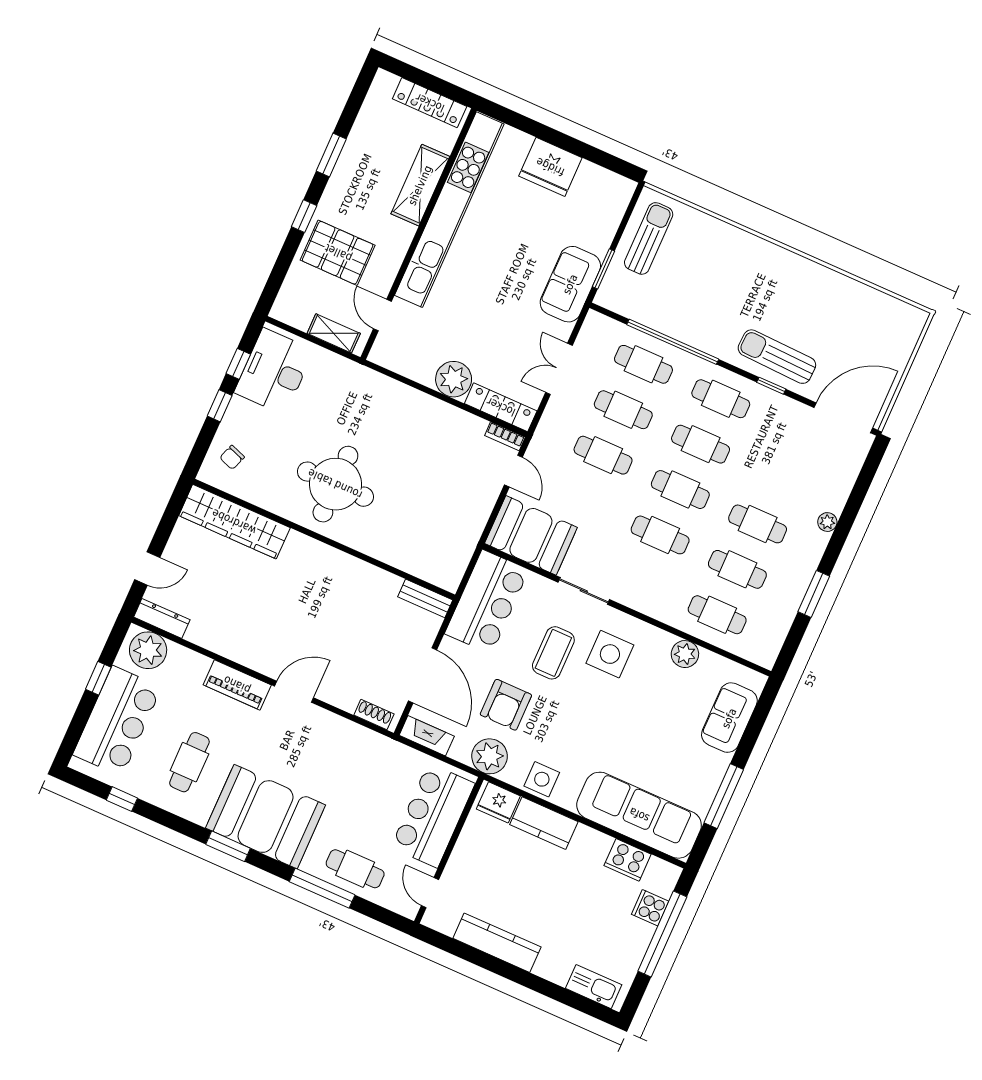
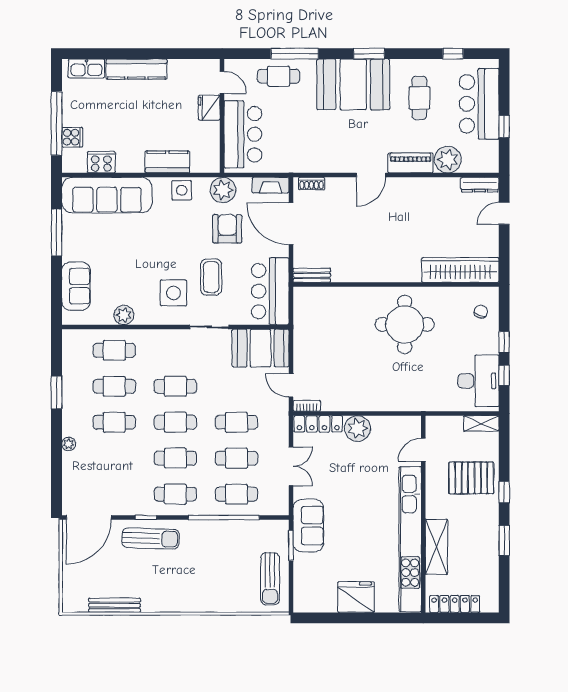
bench: (860, 292) -> (115, 605), added
door: (382, 315) -> (423, 450), swing flipped
shelving: (334, 333) -> (481, 423), moved
plant: (148, 650) -> (448, 160), moved
fridge: (498, 802) -> (209, 108), moved, turned -90
kitchen counter: (497, 943) -> (136, 69), moved

